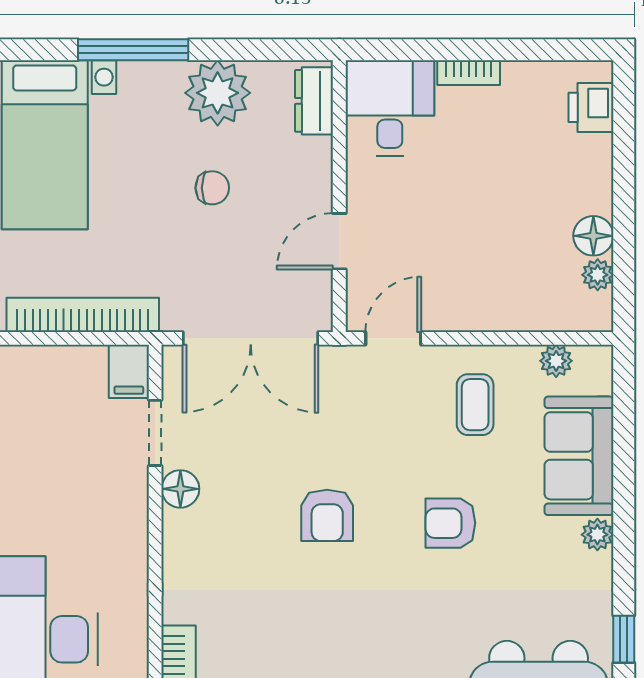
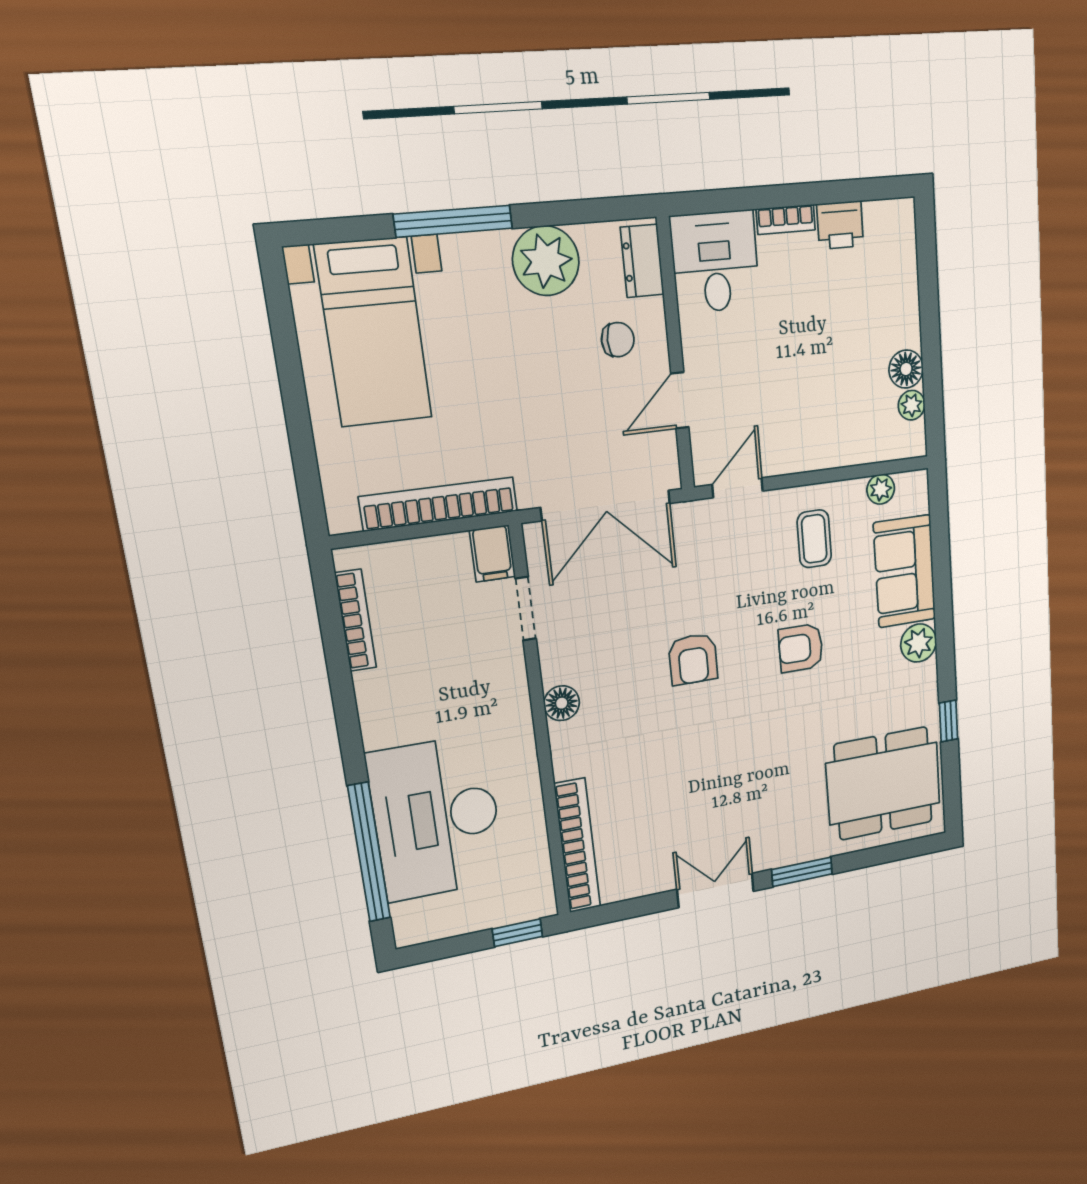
printer: (591, 107) -> (840, 225), moved, turned -90
chair: (212, 188) -> (618, 340), moved
floor lamp: (180, 489) -> (562, 703), moved
plant: (597, 535) -> (919, 643), width x1.38, depth x1.38

